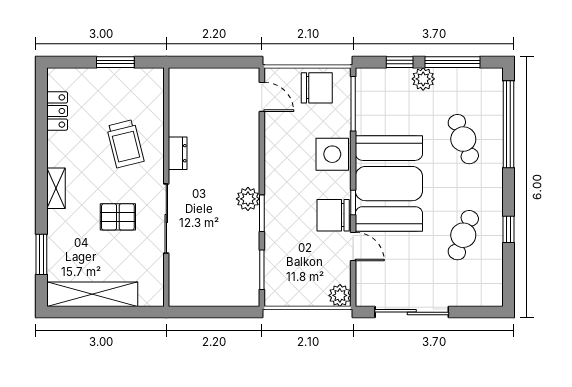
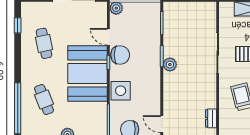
dresser: (178, 153) -> (211, 118), moved
window: (509, 229) -> (18, 25), moved
cafe table: (463, 235) -> (44, 43), turned -33

